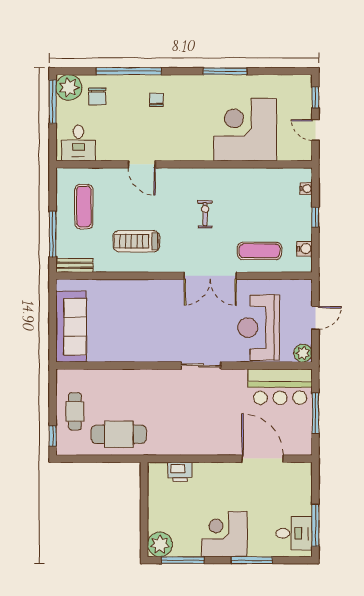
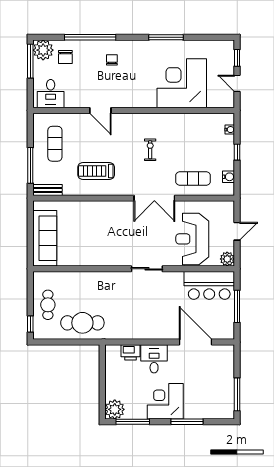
desk: (294, 533) -> (154, 359), moved, turned -90

